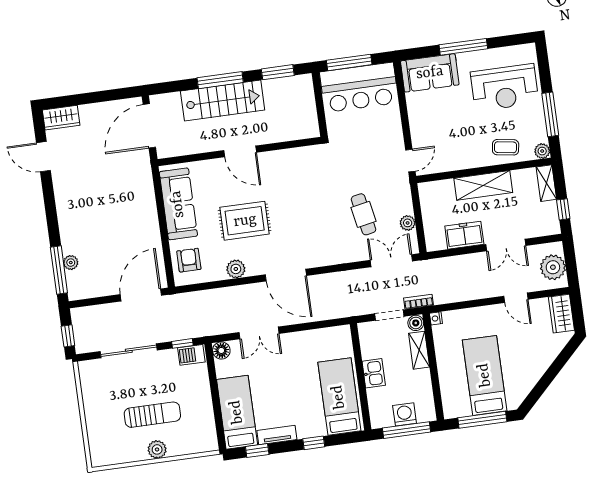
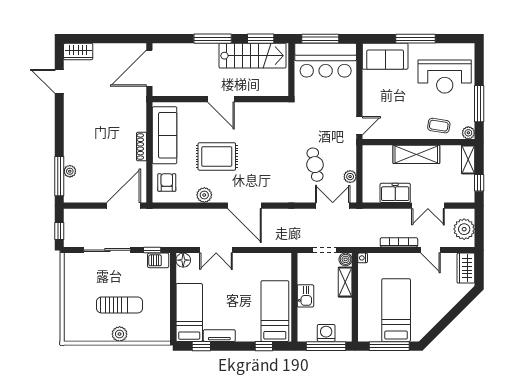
stairs: (223, 101) -> (253, 56), moved
shoe rack: (153, 221) -> (142, 146), added
bookcase: (418, 302) -> (399, 242), moved, width x1.56
window: (314, 443) -> (264, 346), moved

